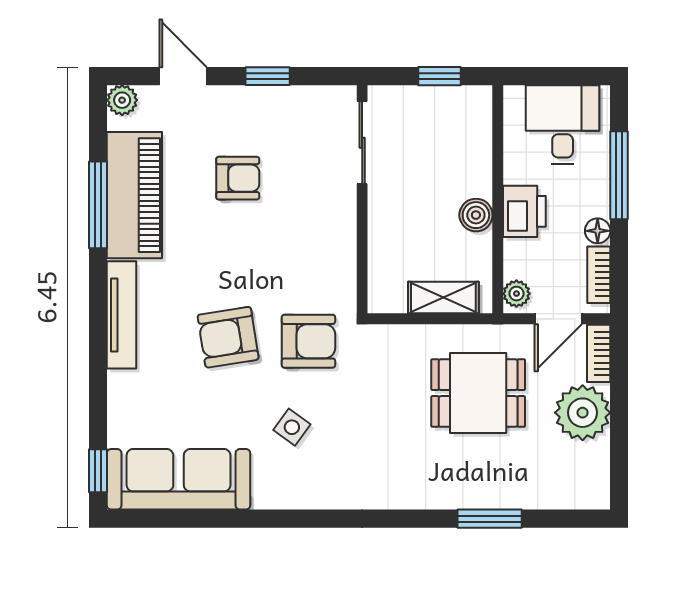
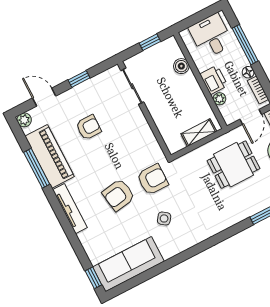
boiler: (476, 215) -> (181, 66), moved
plant: (516, 294) -> (219, 99), moved

